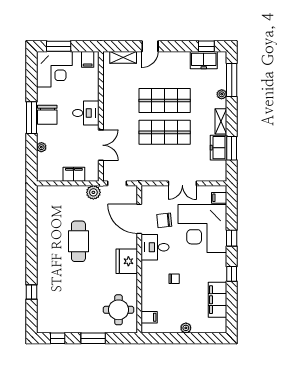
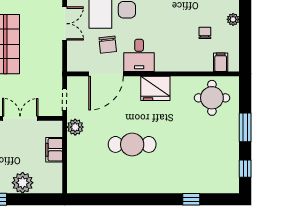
plant: (41, 147) -> (23, 183), width x1.88, depth x1.88
chair: (174, 279) -> (205, 33), moved

